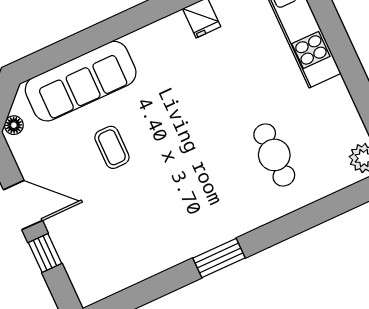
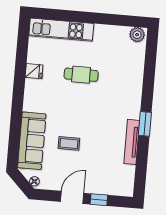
cafe table: (274, 155) -> (81, 75), moved
tv unit: (175, 253) -> (132, 142), added

